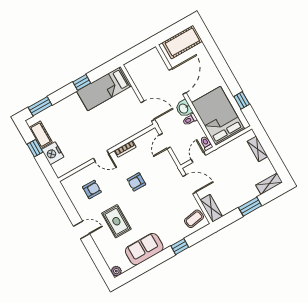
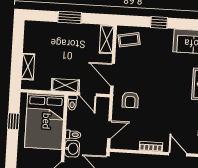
door: (198, 157) -> (88, 94), hinge flipped
armchair: (136, 182) -> (130, 100), moved, turned 90
shelving: (269, 184) -> (65, 85), moved

